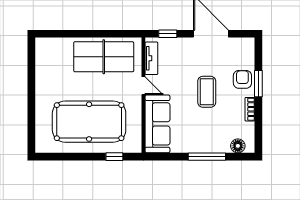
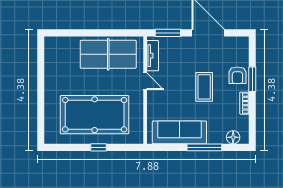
window: (168, 34) -> (168, 33), width x1.50
armchair: (242, 79) -> (237, 75), turned 180
sofa: (157, 124) -> (179, 132), moved, turned -90
window: (114, 157) -> (98, 147), moved

